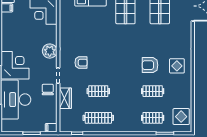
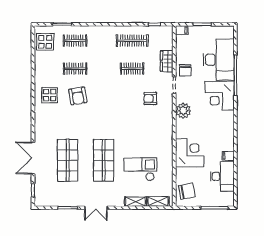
armchair: (150, 65) -> (78, 96), turned 81

